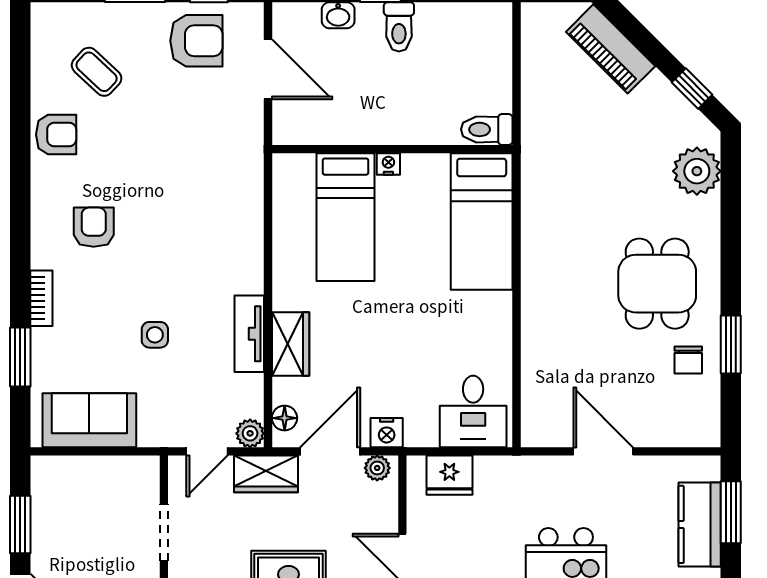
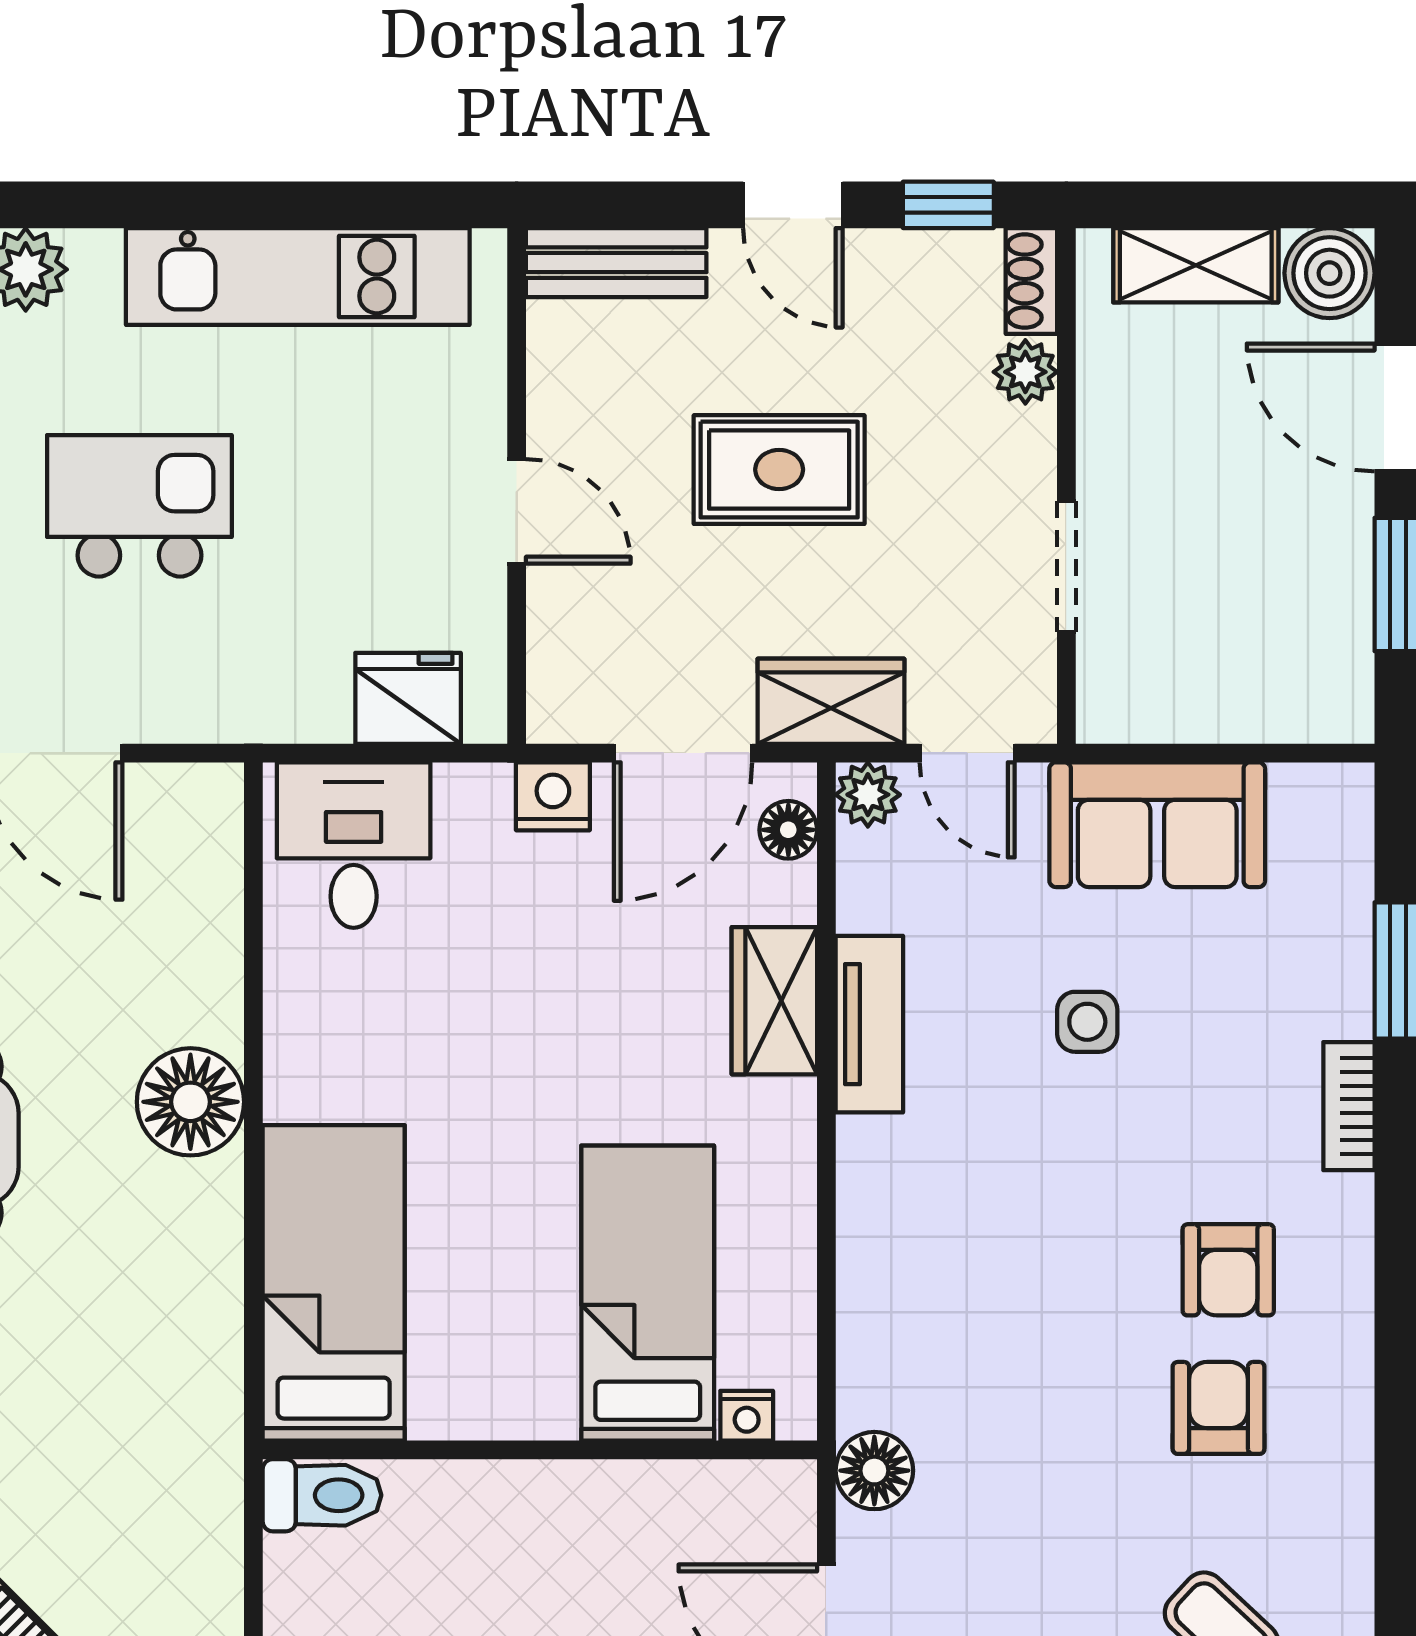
armchair: (56, 134) -> (1219, 1408), moved, turned 90
floor lamp: (247, 140) -> (874, 1471), added
nightstand: (388, 164) -> (747, 1416), moved
floor lamp: (544, 300) -> (190, 1102), added
sofa: (89, 420) -> (1157, 825), moved
door: (207, 451) -> (967, 753), swing flipped
plant: (377, 468) -> (575, 715), removed

